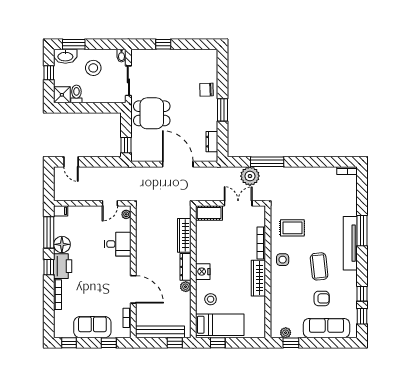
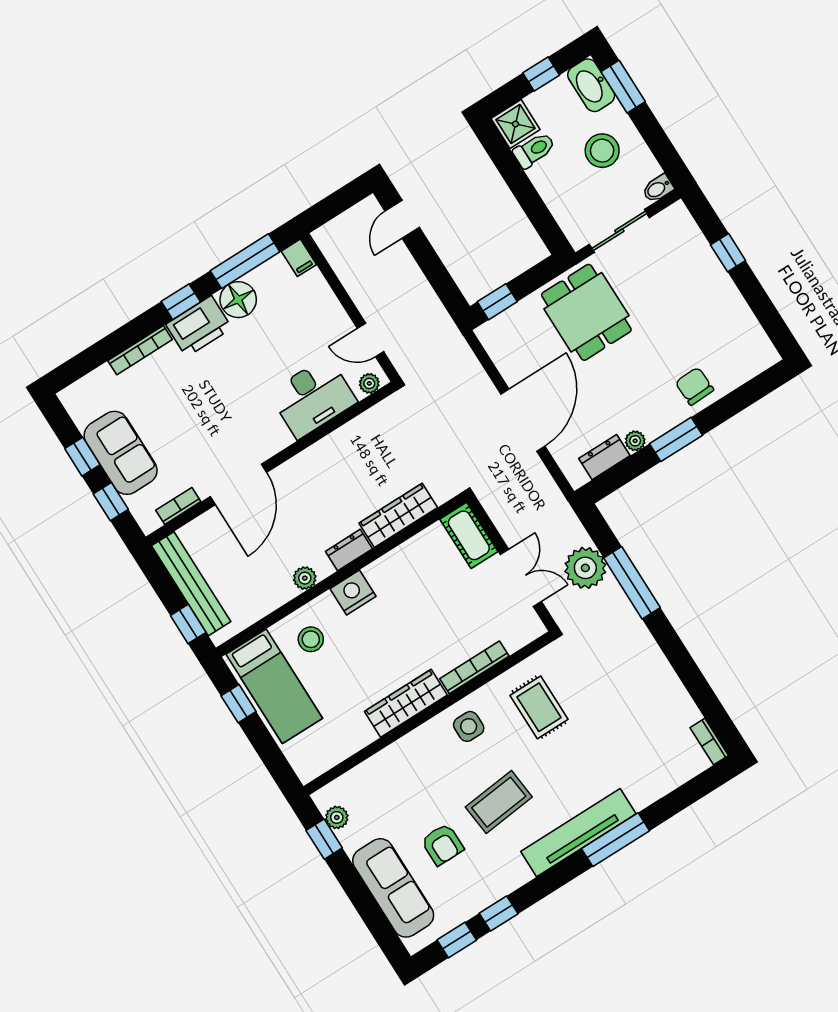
plant: (213, 126) -> (635, 441), added
desk: (118, 244) -> (313, 397), width x1.37
dresser: (185, 267) -> (349, 550), width x0.70
window: (69, 343) -> (82, 457), moved

